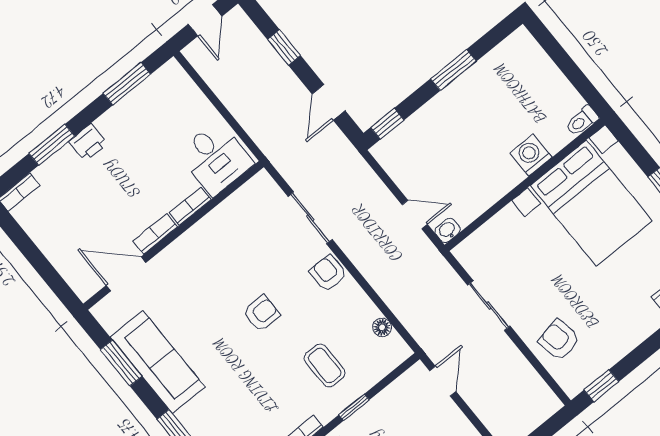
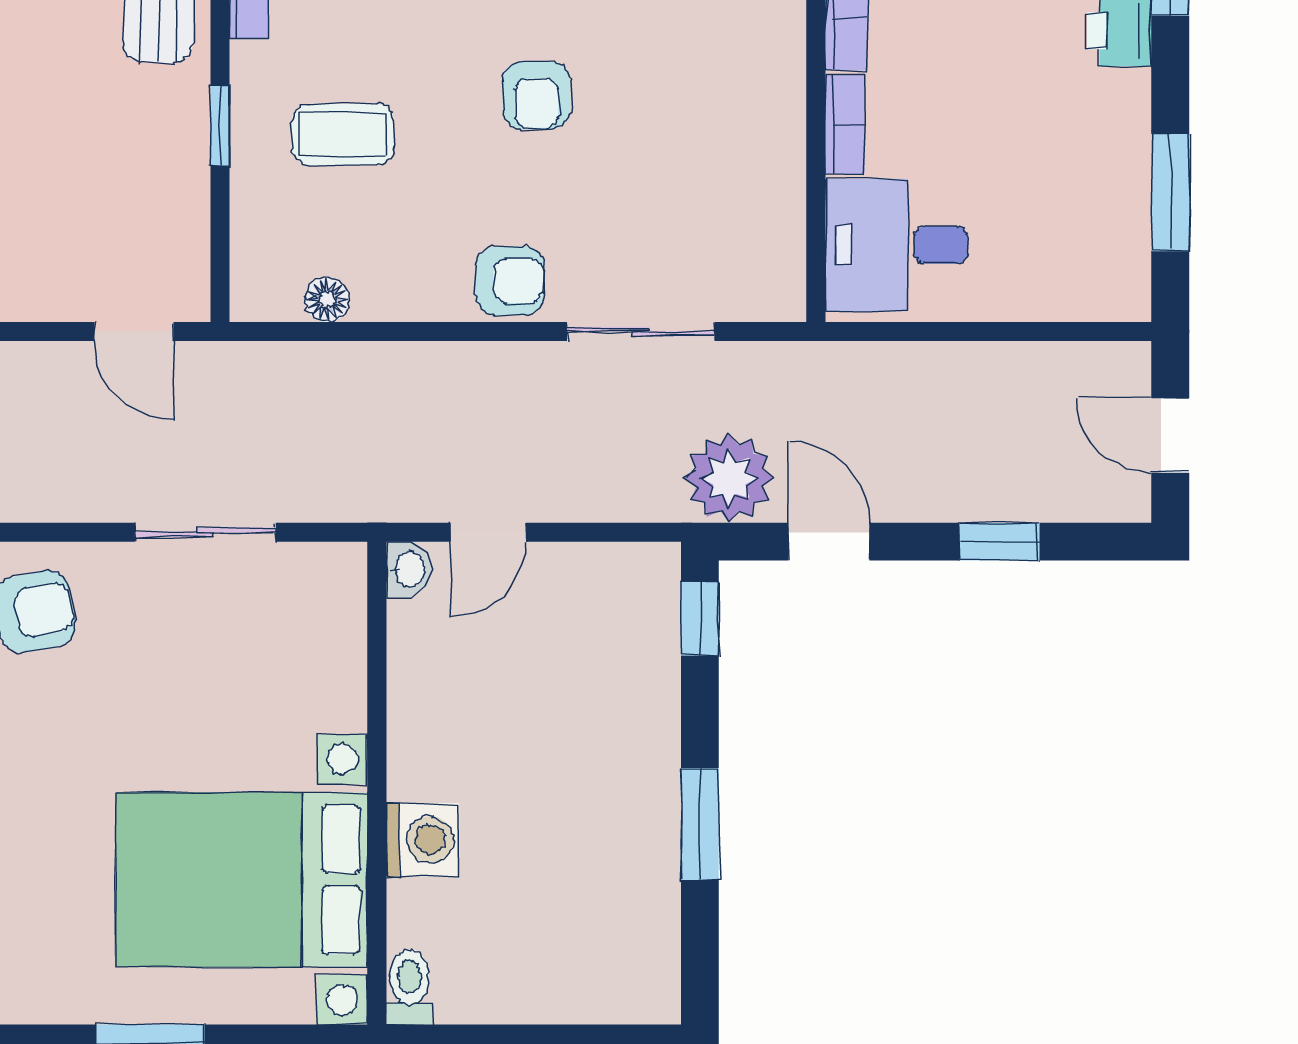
plant: (334, 151) -> (729, 478), added

